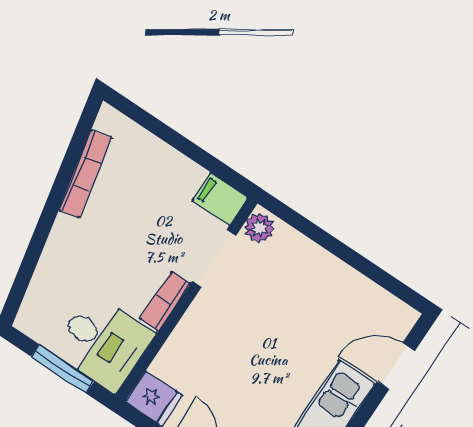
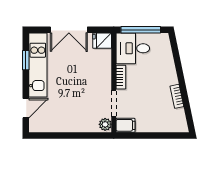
bookcase: (85, 174) -> (177, 96), width x0.64
window: (63, 369) -> (141, 30), width x1.44

